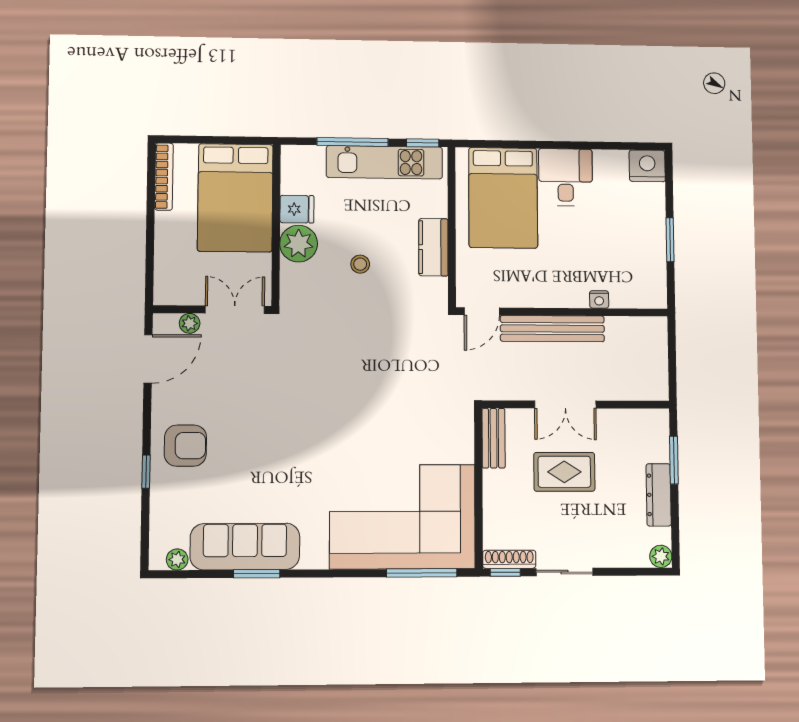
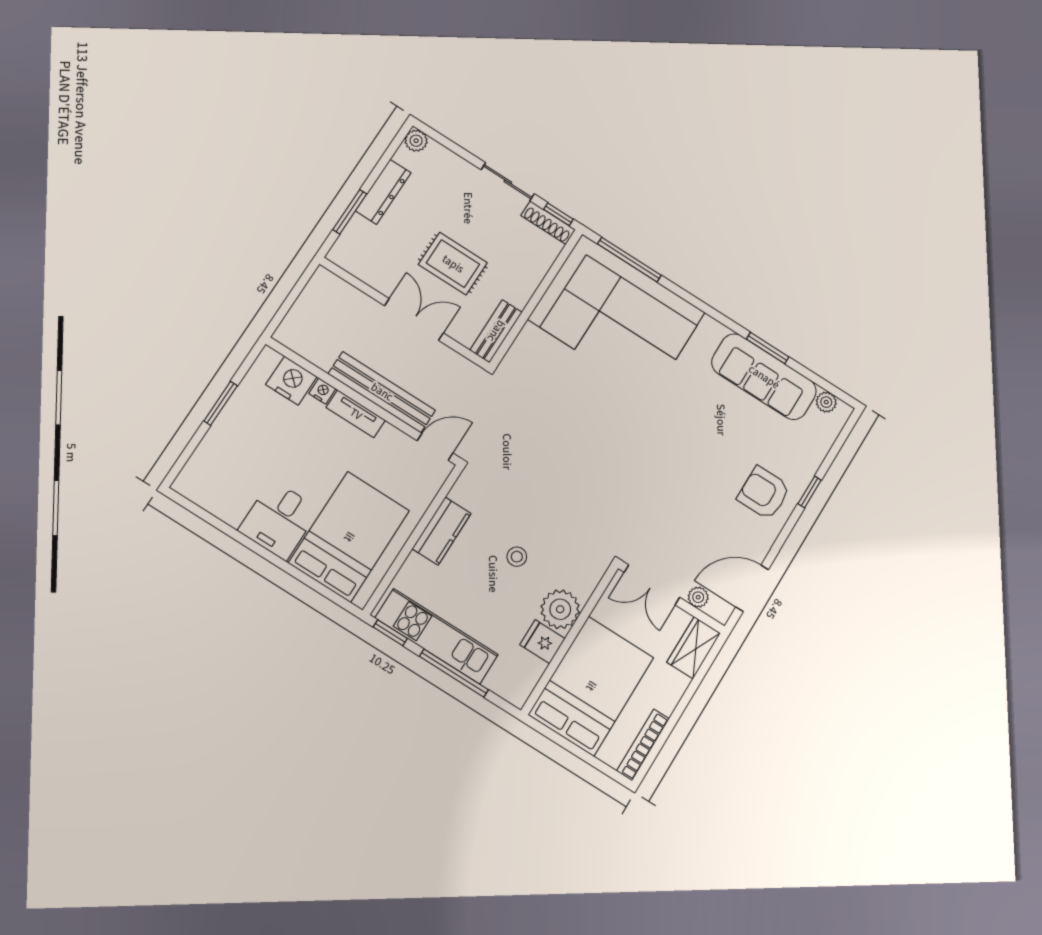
nightstand: (647, 166) -> (291, 381), moved, turned 180
wardrobe: (168, 280) -> (694, 648), added
tv unit: (561, 298) -> (356, 414), added

